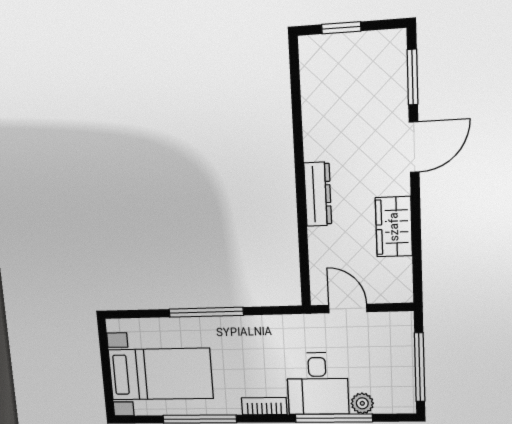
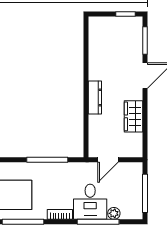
window: (341, 28) -> (126, 14), moved
door: (348, 308) -> (108, 160), swing flipped
window: (206, 312) -> (47, 160), moved

